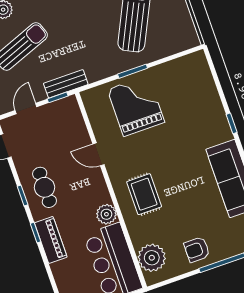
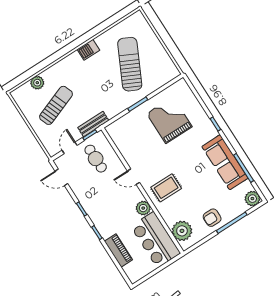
grand piano: (136, 106) -> (169, 120), moved
door: (98, 154) -> (133, 177), moved
cafe table: (45, 187) -> (96, 159), moved
rug: (144, 194) -> (166, 188), turned 90
piano: (51, 240) -> (118, 250), moved

